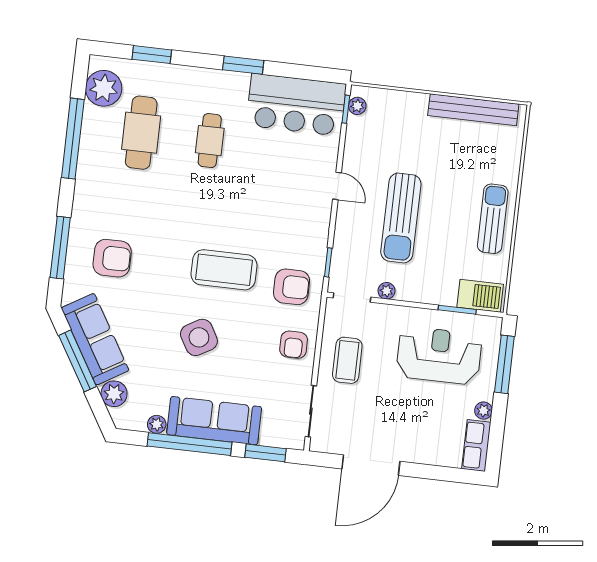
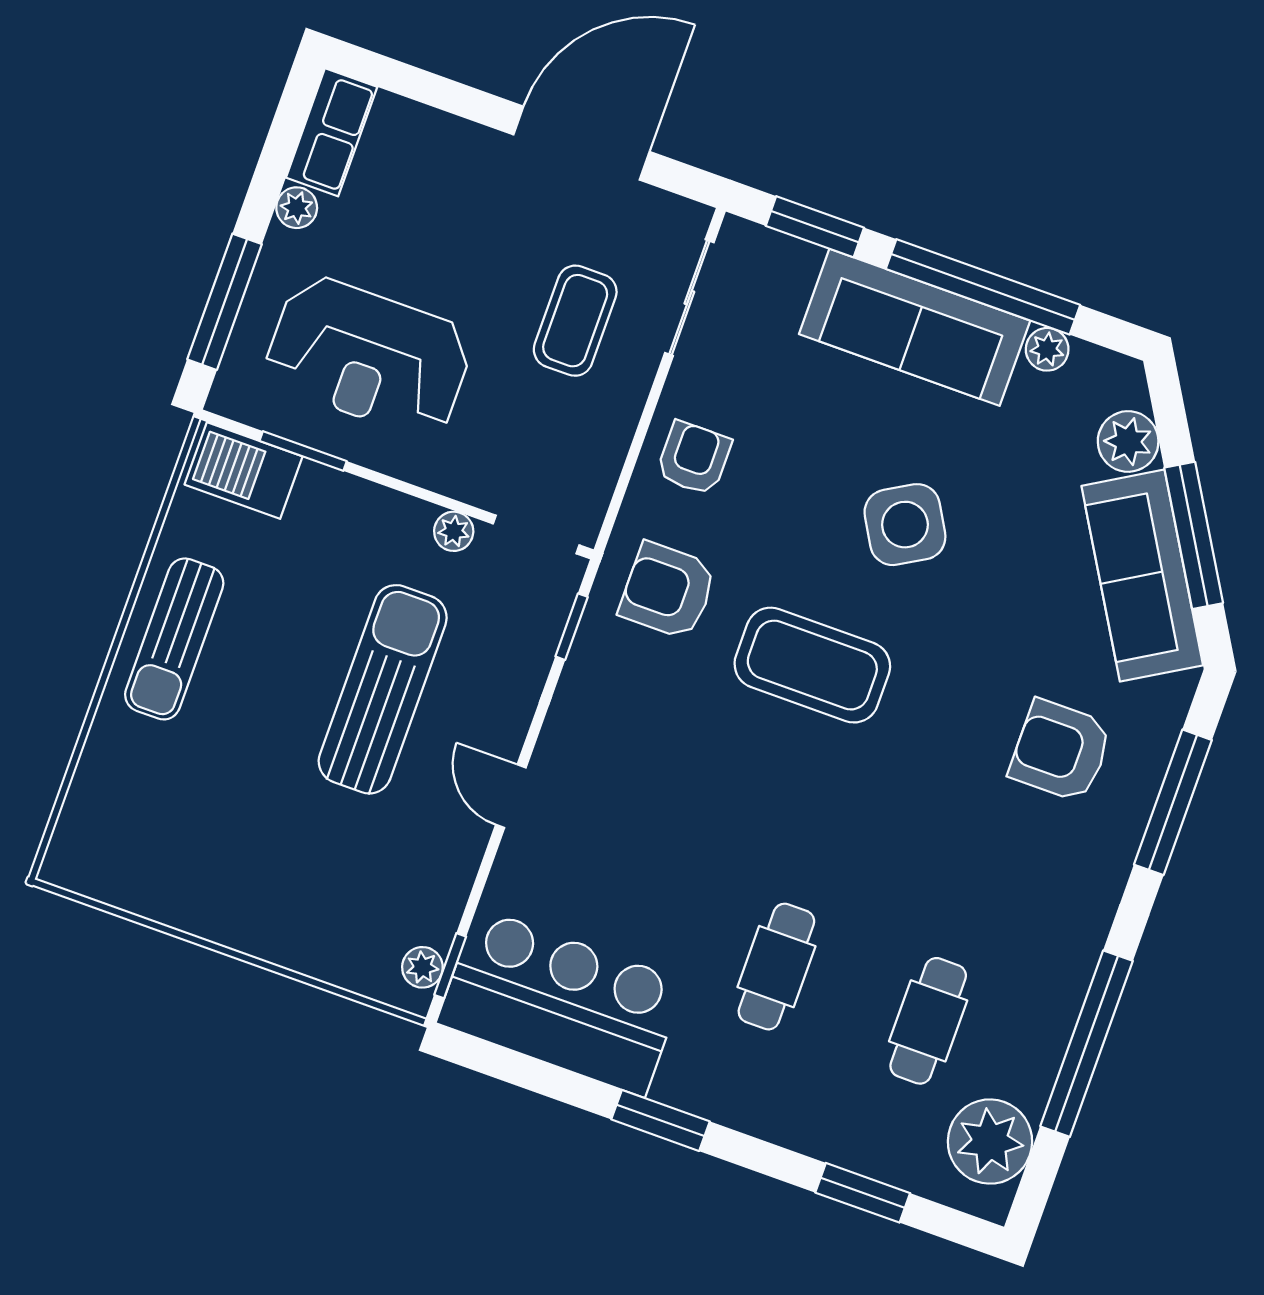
bench: (473, 110) -> (161, 897), removed
cafe table: (141, 133) -> (928, 1021), width x0.73, depth x0.74
coffee table: (347, 360) -> (575, 321), moved

